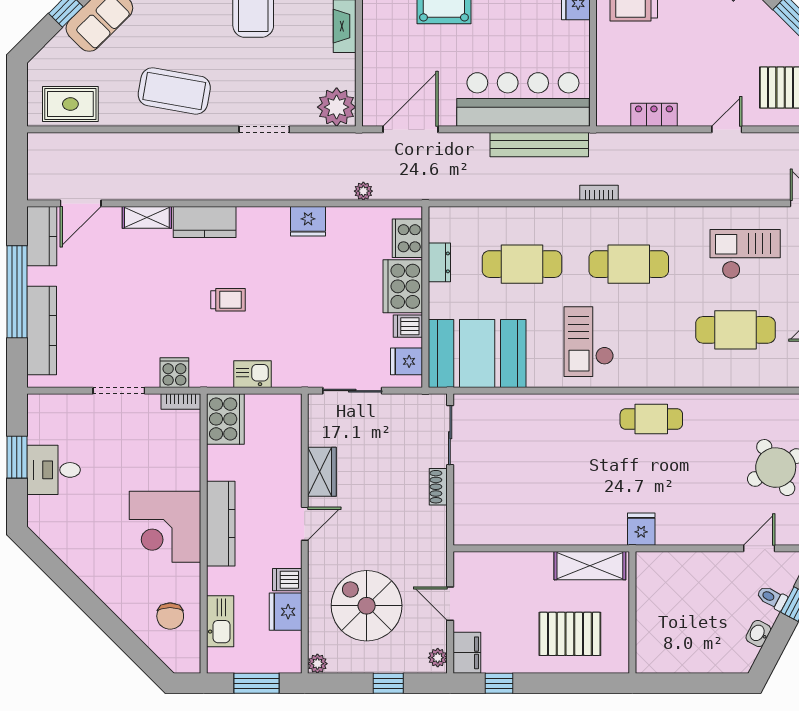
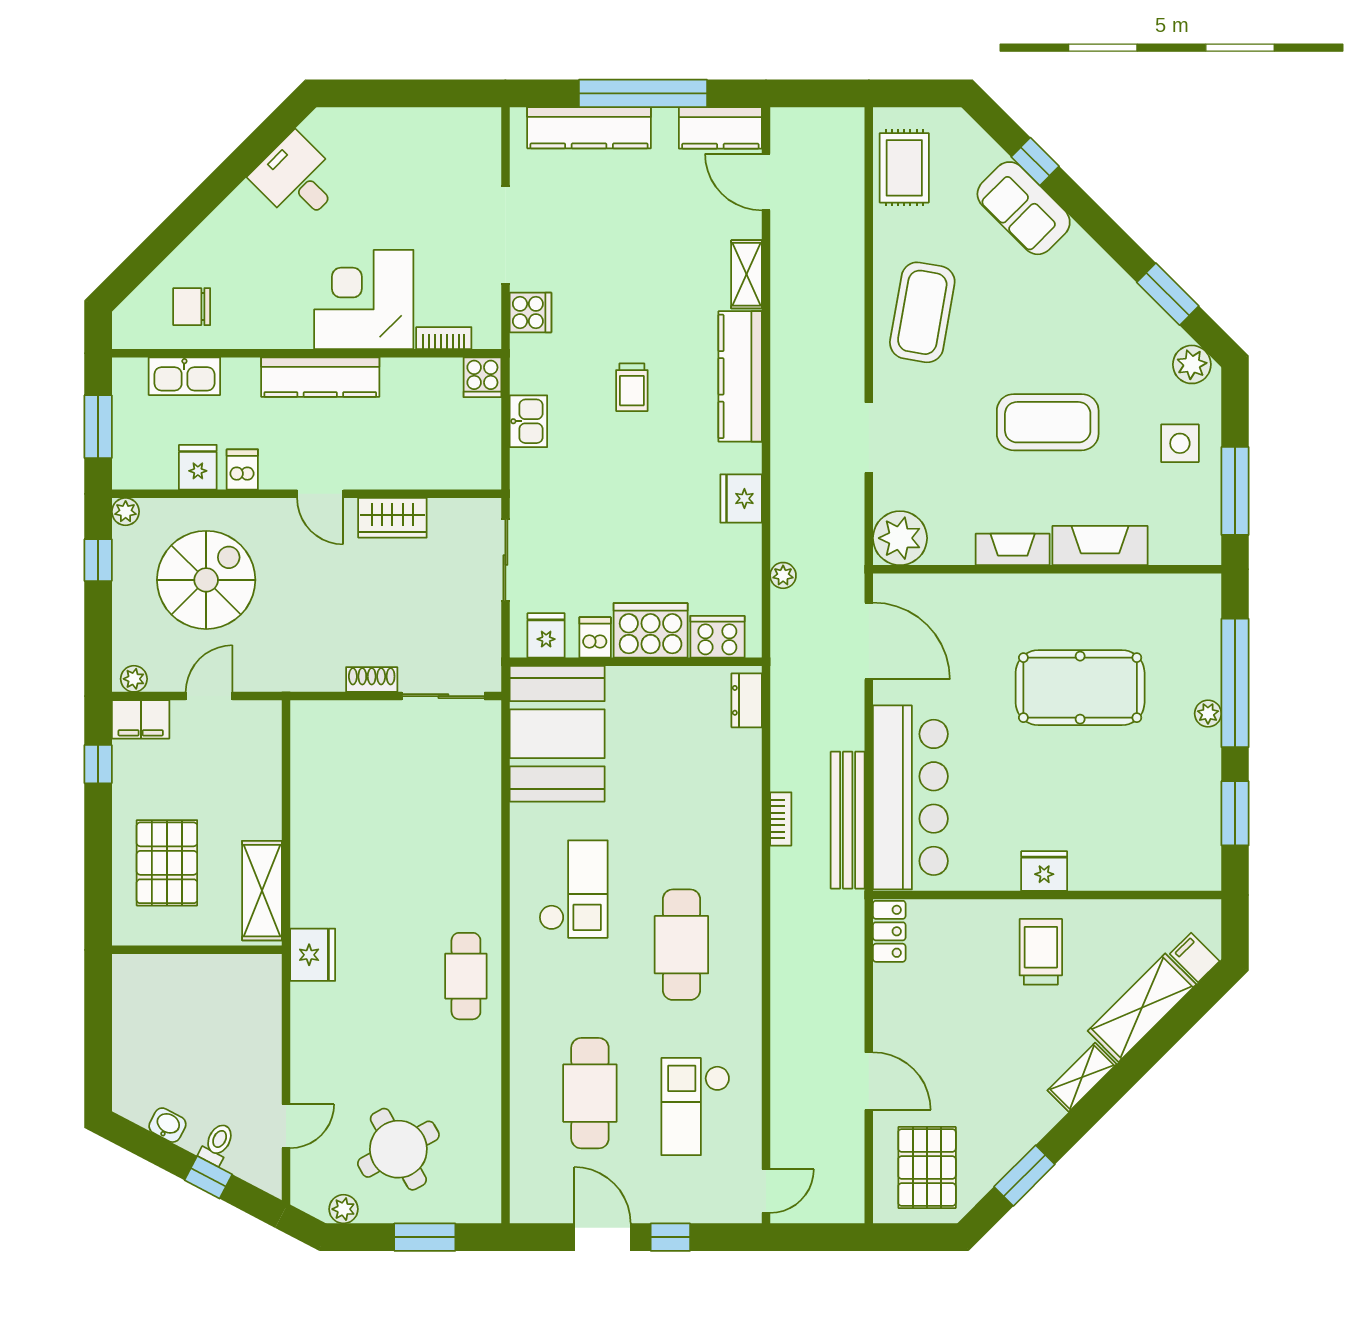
locker: (654, 115) -> (889, 931), moved
door: (727, 129) -> (869, 1081), width x1.38
bookcase: (599, 193) -> (781, 819), moved
kitchen counter: (205, 222) -> (740, 376), width x1.50
checkout: (745, 254) -> (695, 1107), turned 180
dresser: (439, 262) -> (747, 700), moved, turned 90
cafe table: (522, 264) -> (681, 796), removed
checkout: (589, 342) -> (573, 889), turned 90
doorway: (119, 391) -> (505, 235), width x1.36
bookcase: (181, 401) -> (444, 338), moved, turned 90
cooker: (225, 419) -> (482, 377), width x0.53, depth x0.76
window: (17, 457) -> (413, 93), removed
desk: (53, 470) -> (297, 179), moved, turned -45
corner desk: (165, 527) -> (364, 299), moved
fridge: (641, 529) -> (313, 955), width x1.38
door: (759, 548) -> (286, 1126), hinge flipped
fridge: (286, 612) -> (198, 467), width x0.72
window: (388, 683) -> (98, 560), moved

